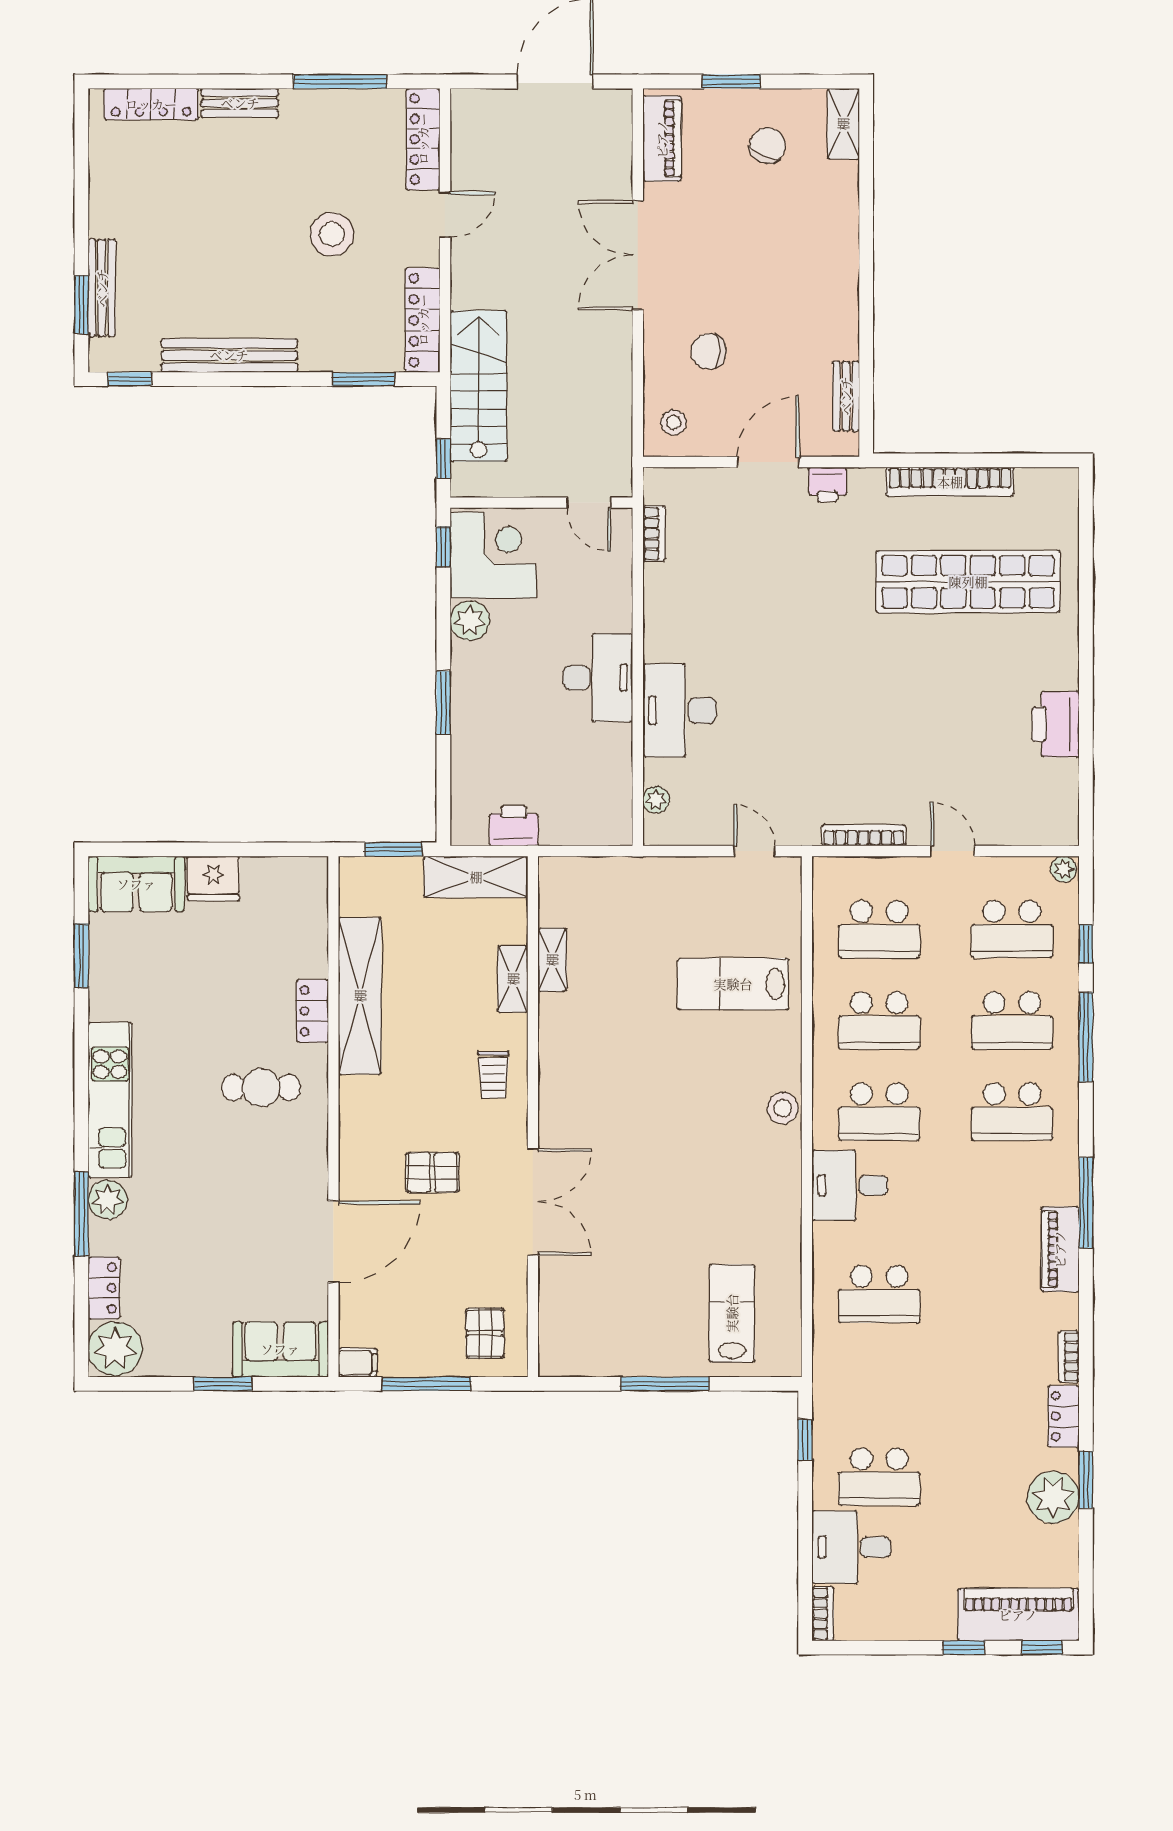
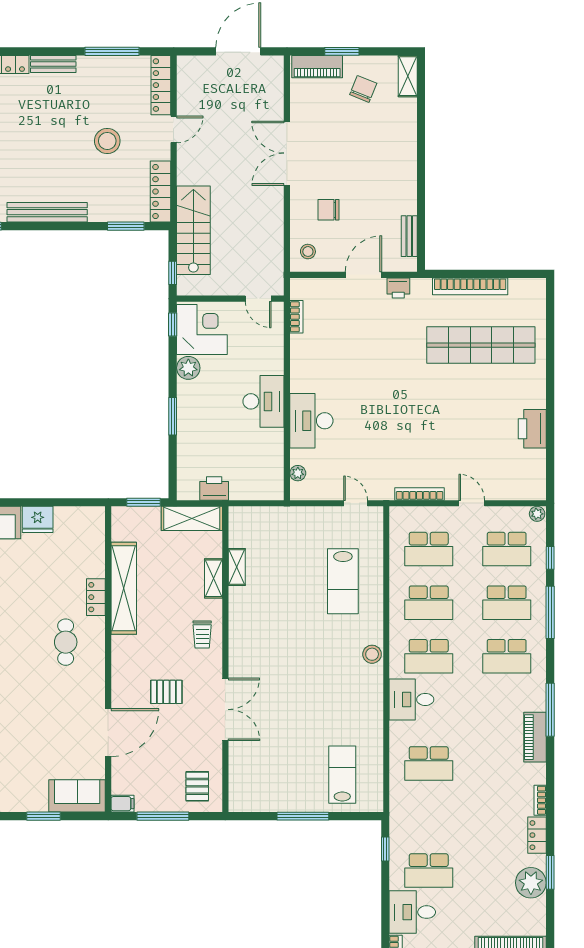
piano: (662, 139) -> (317, 67), moved, turned 90
lab bench: (733, 984) -> (343, 581), turned -90
cafe table: (261, 1088) -> (66, 642), turned 90

